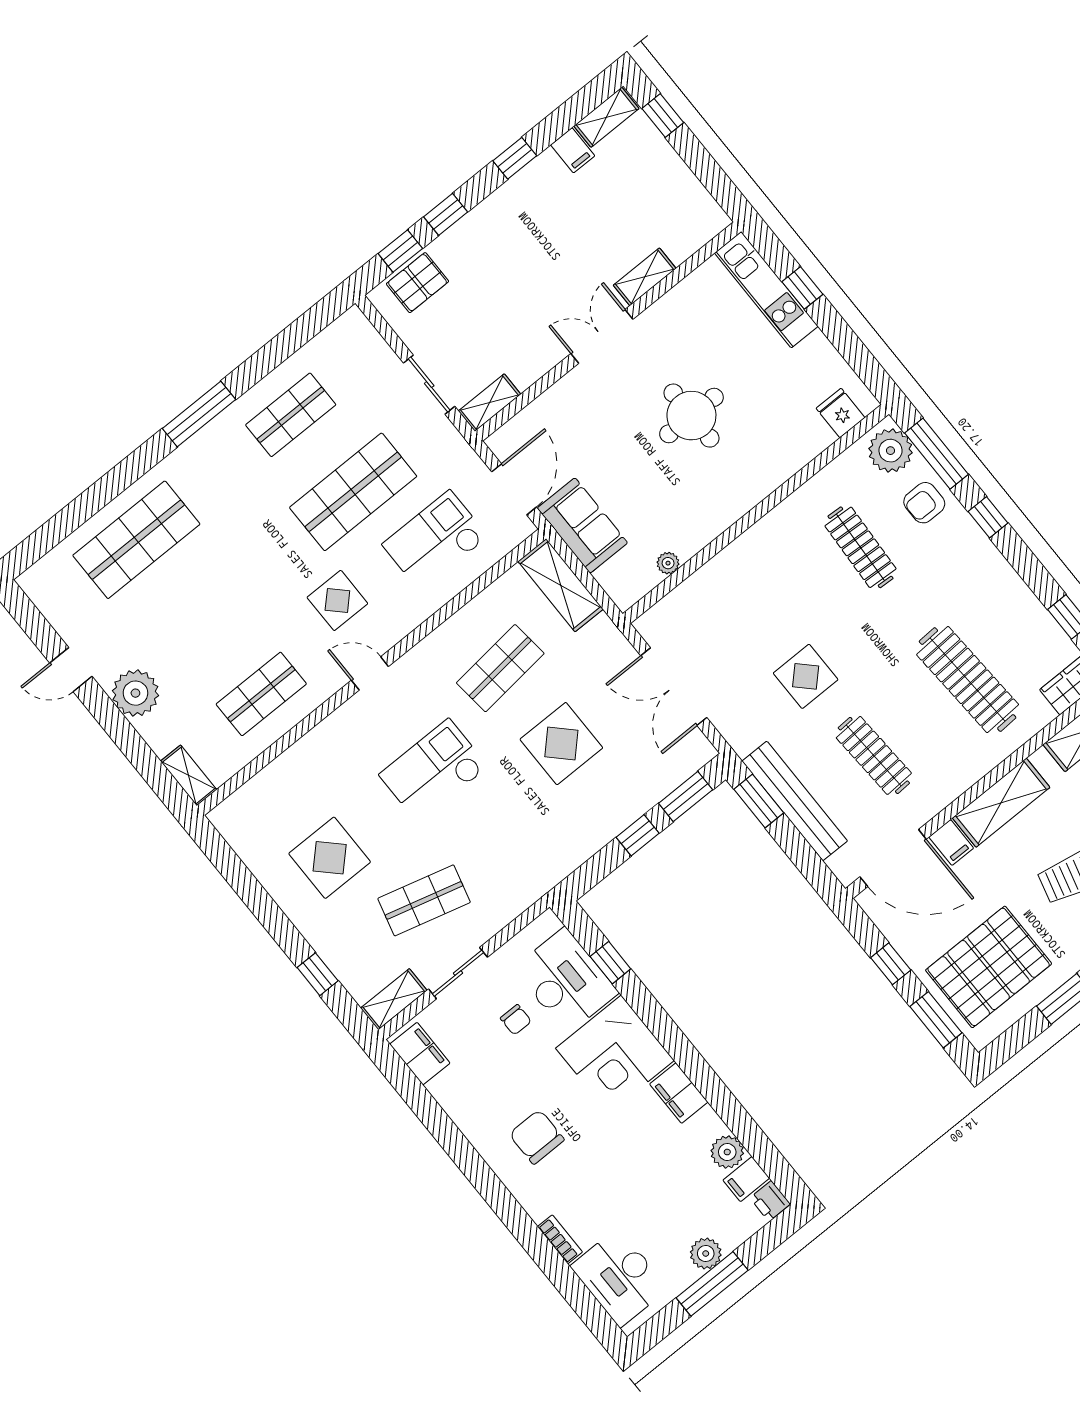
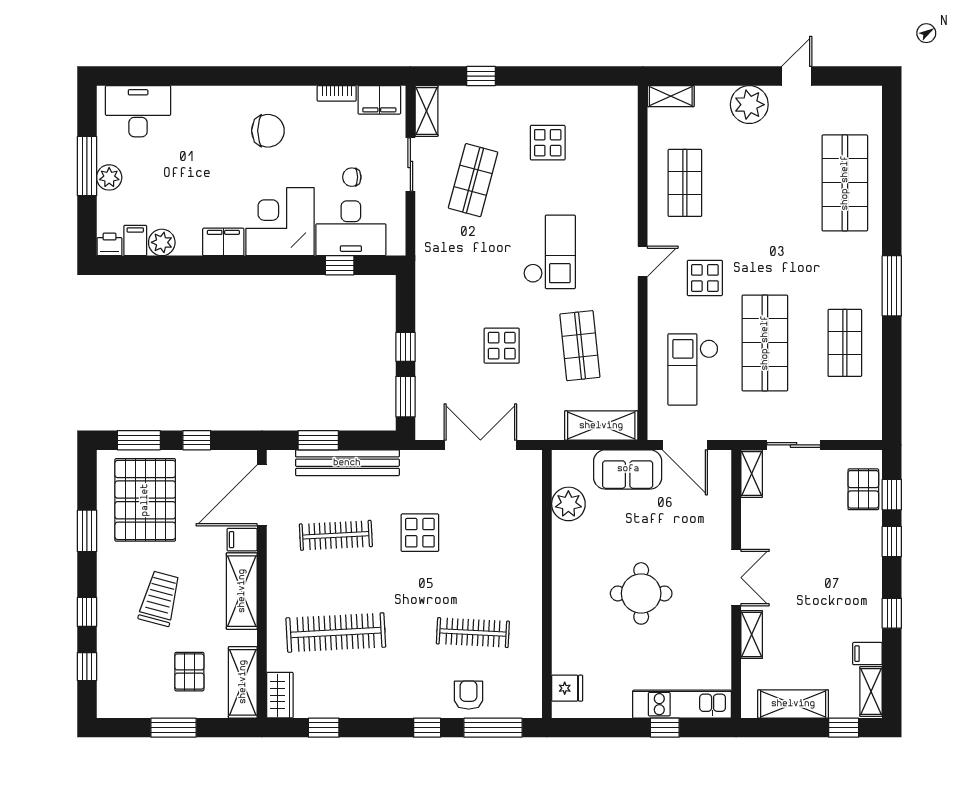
shelving: (679, 183) -> (793, 704), added
plant: (890, 451) -> (518, 700), removed
checkout: (435, 541) -> (693, 369), turned 180
plant: (668, 563) -> (568, 504), width x1.87, depth x1.87
display table: (561, 744) -> (502, 346), width x0.73, depth x0.73
window: (759, 801) -> (318, 440), moved
display table: (330, 858) -> (548, 143), width x0.73, depth x0.73
bookcase: (560, 1239) -> (337, 93), moved

